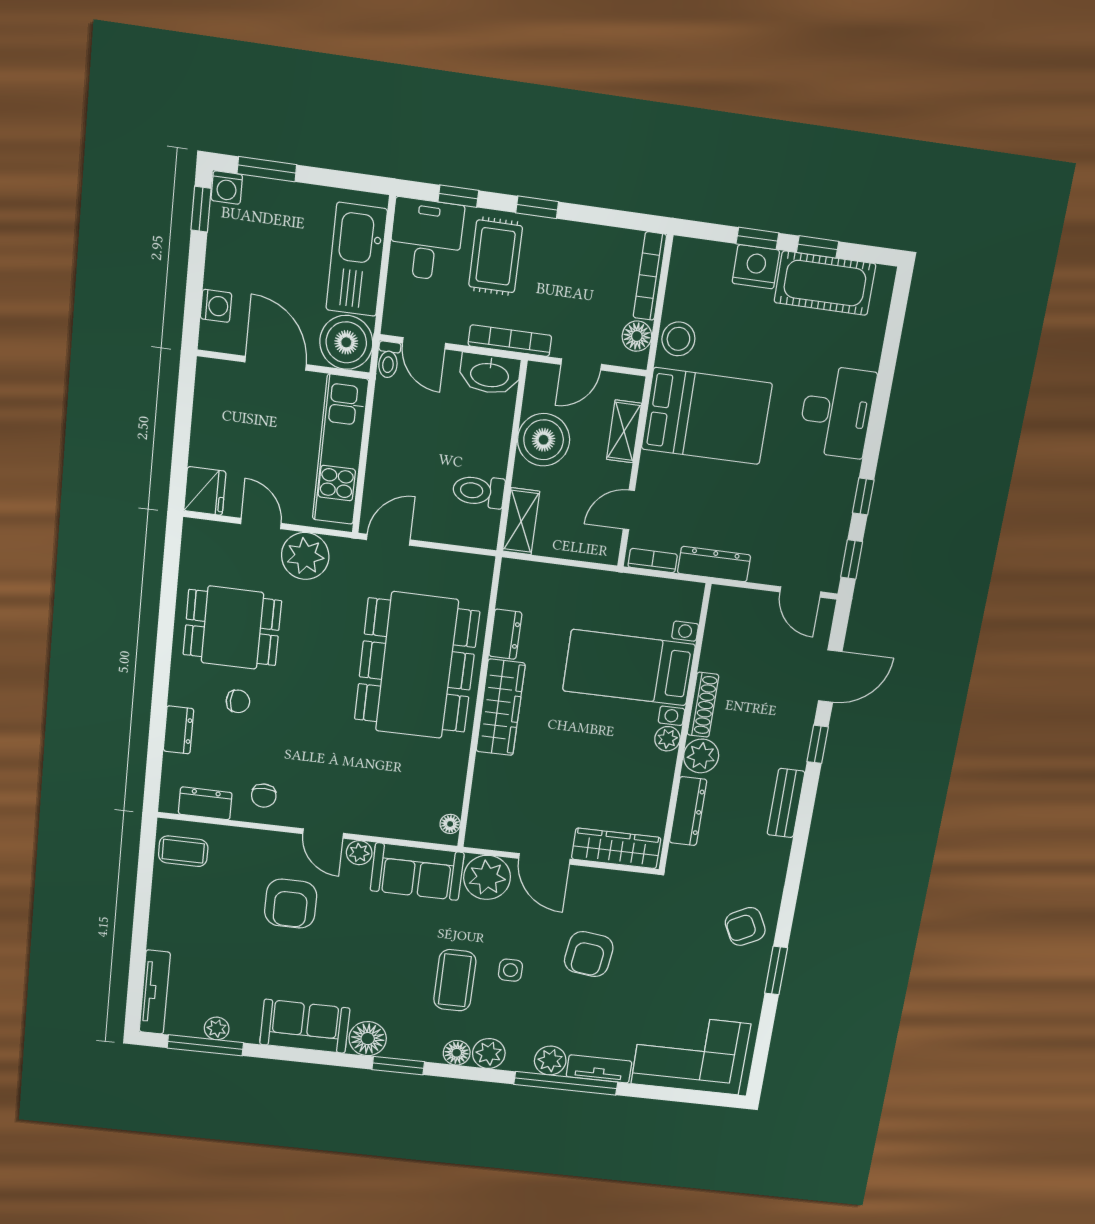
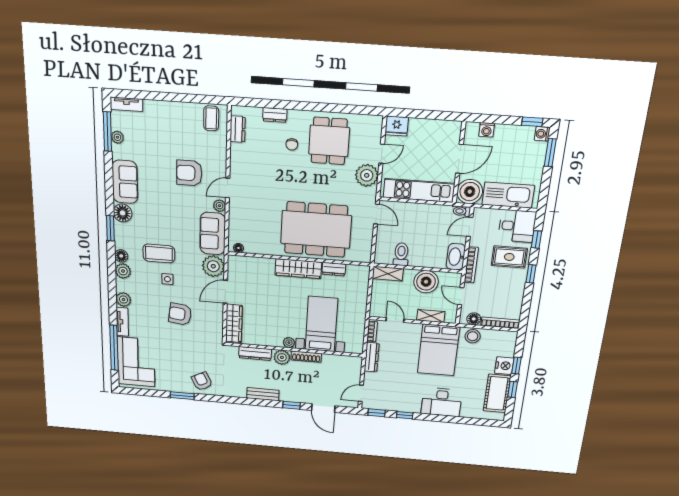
chair: (264, 796) -> (244, 158), removed
tv unit: (155, 992) -> (126, 104), width x0.71
window: (566, 1083) -> (114, 348), moved

